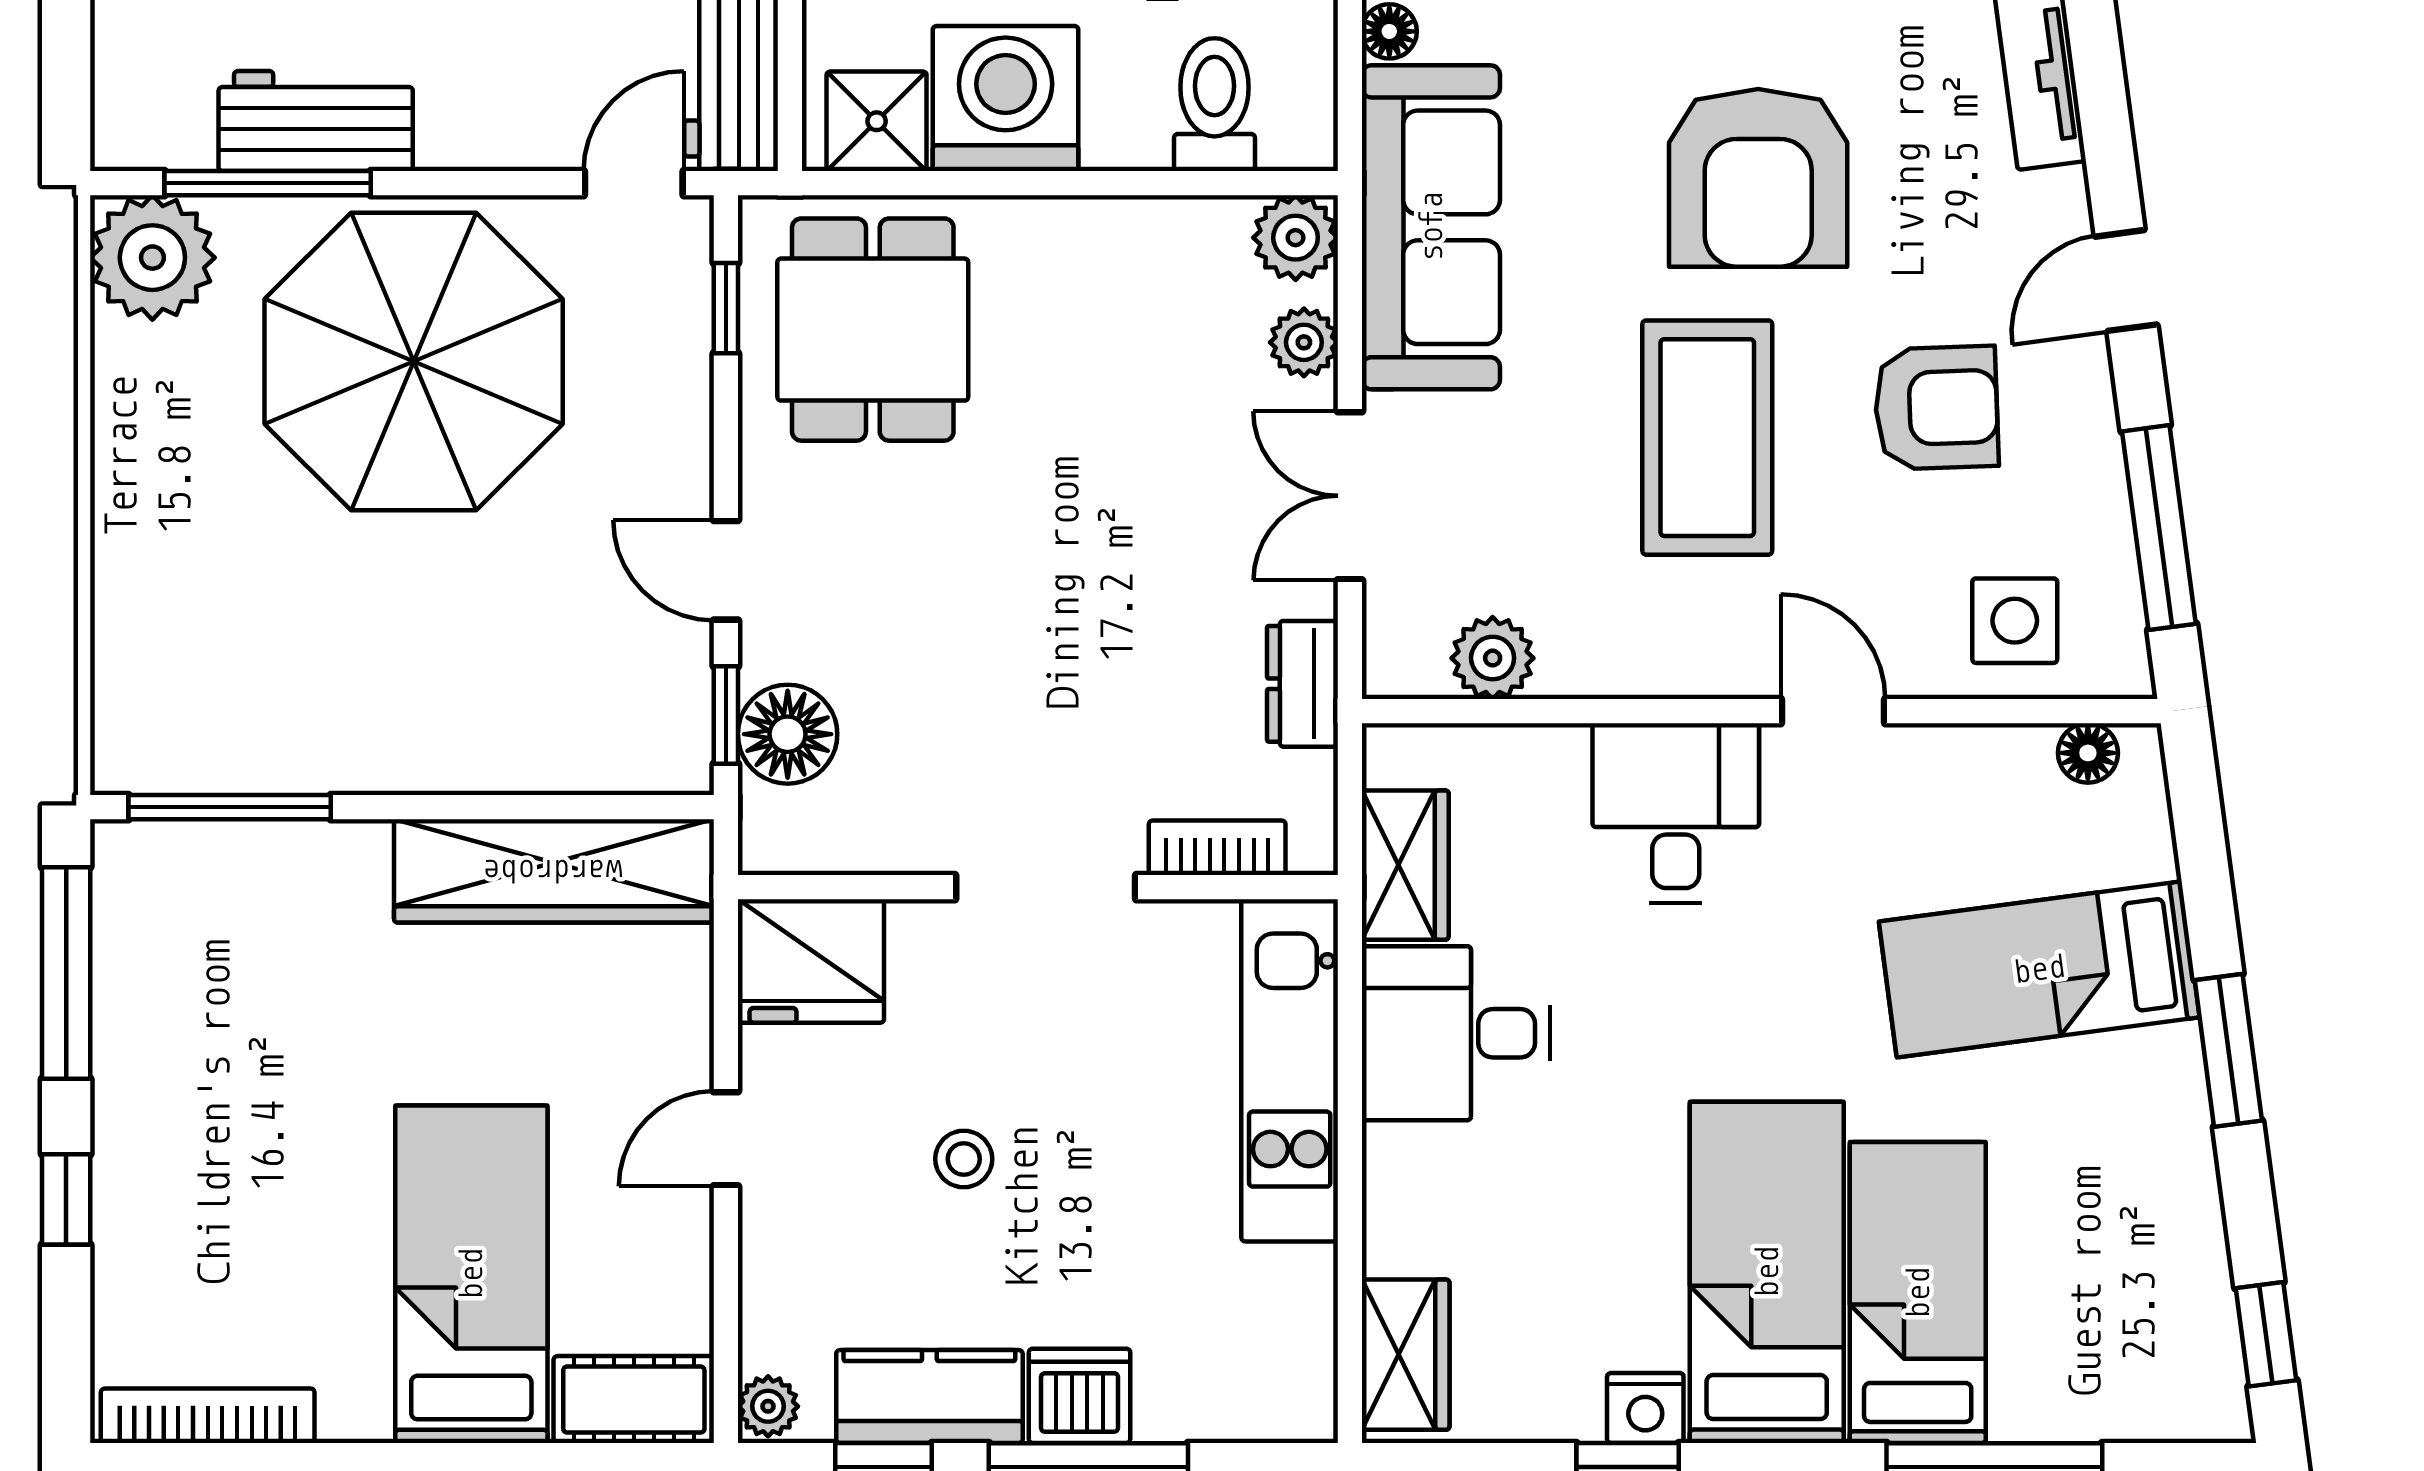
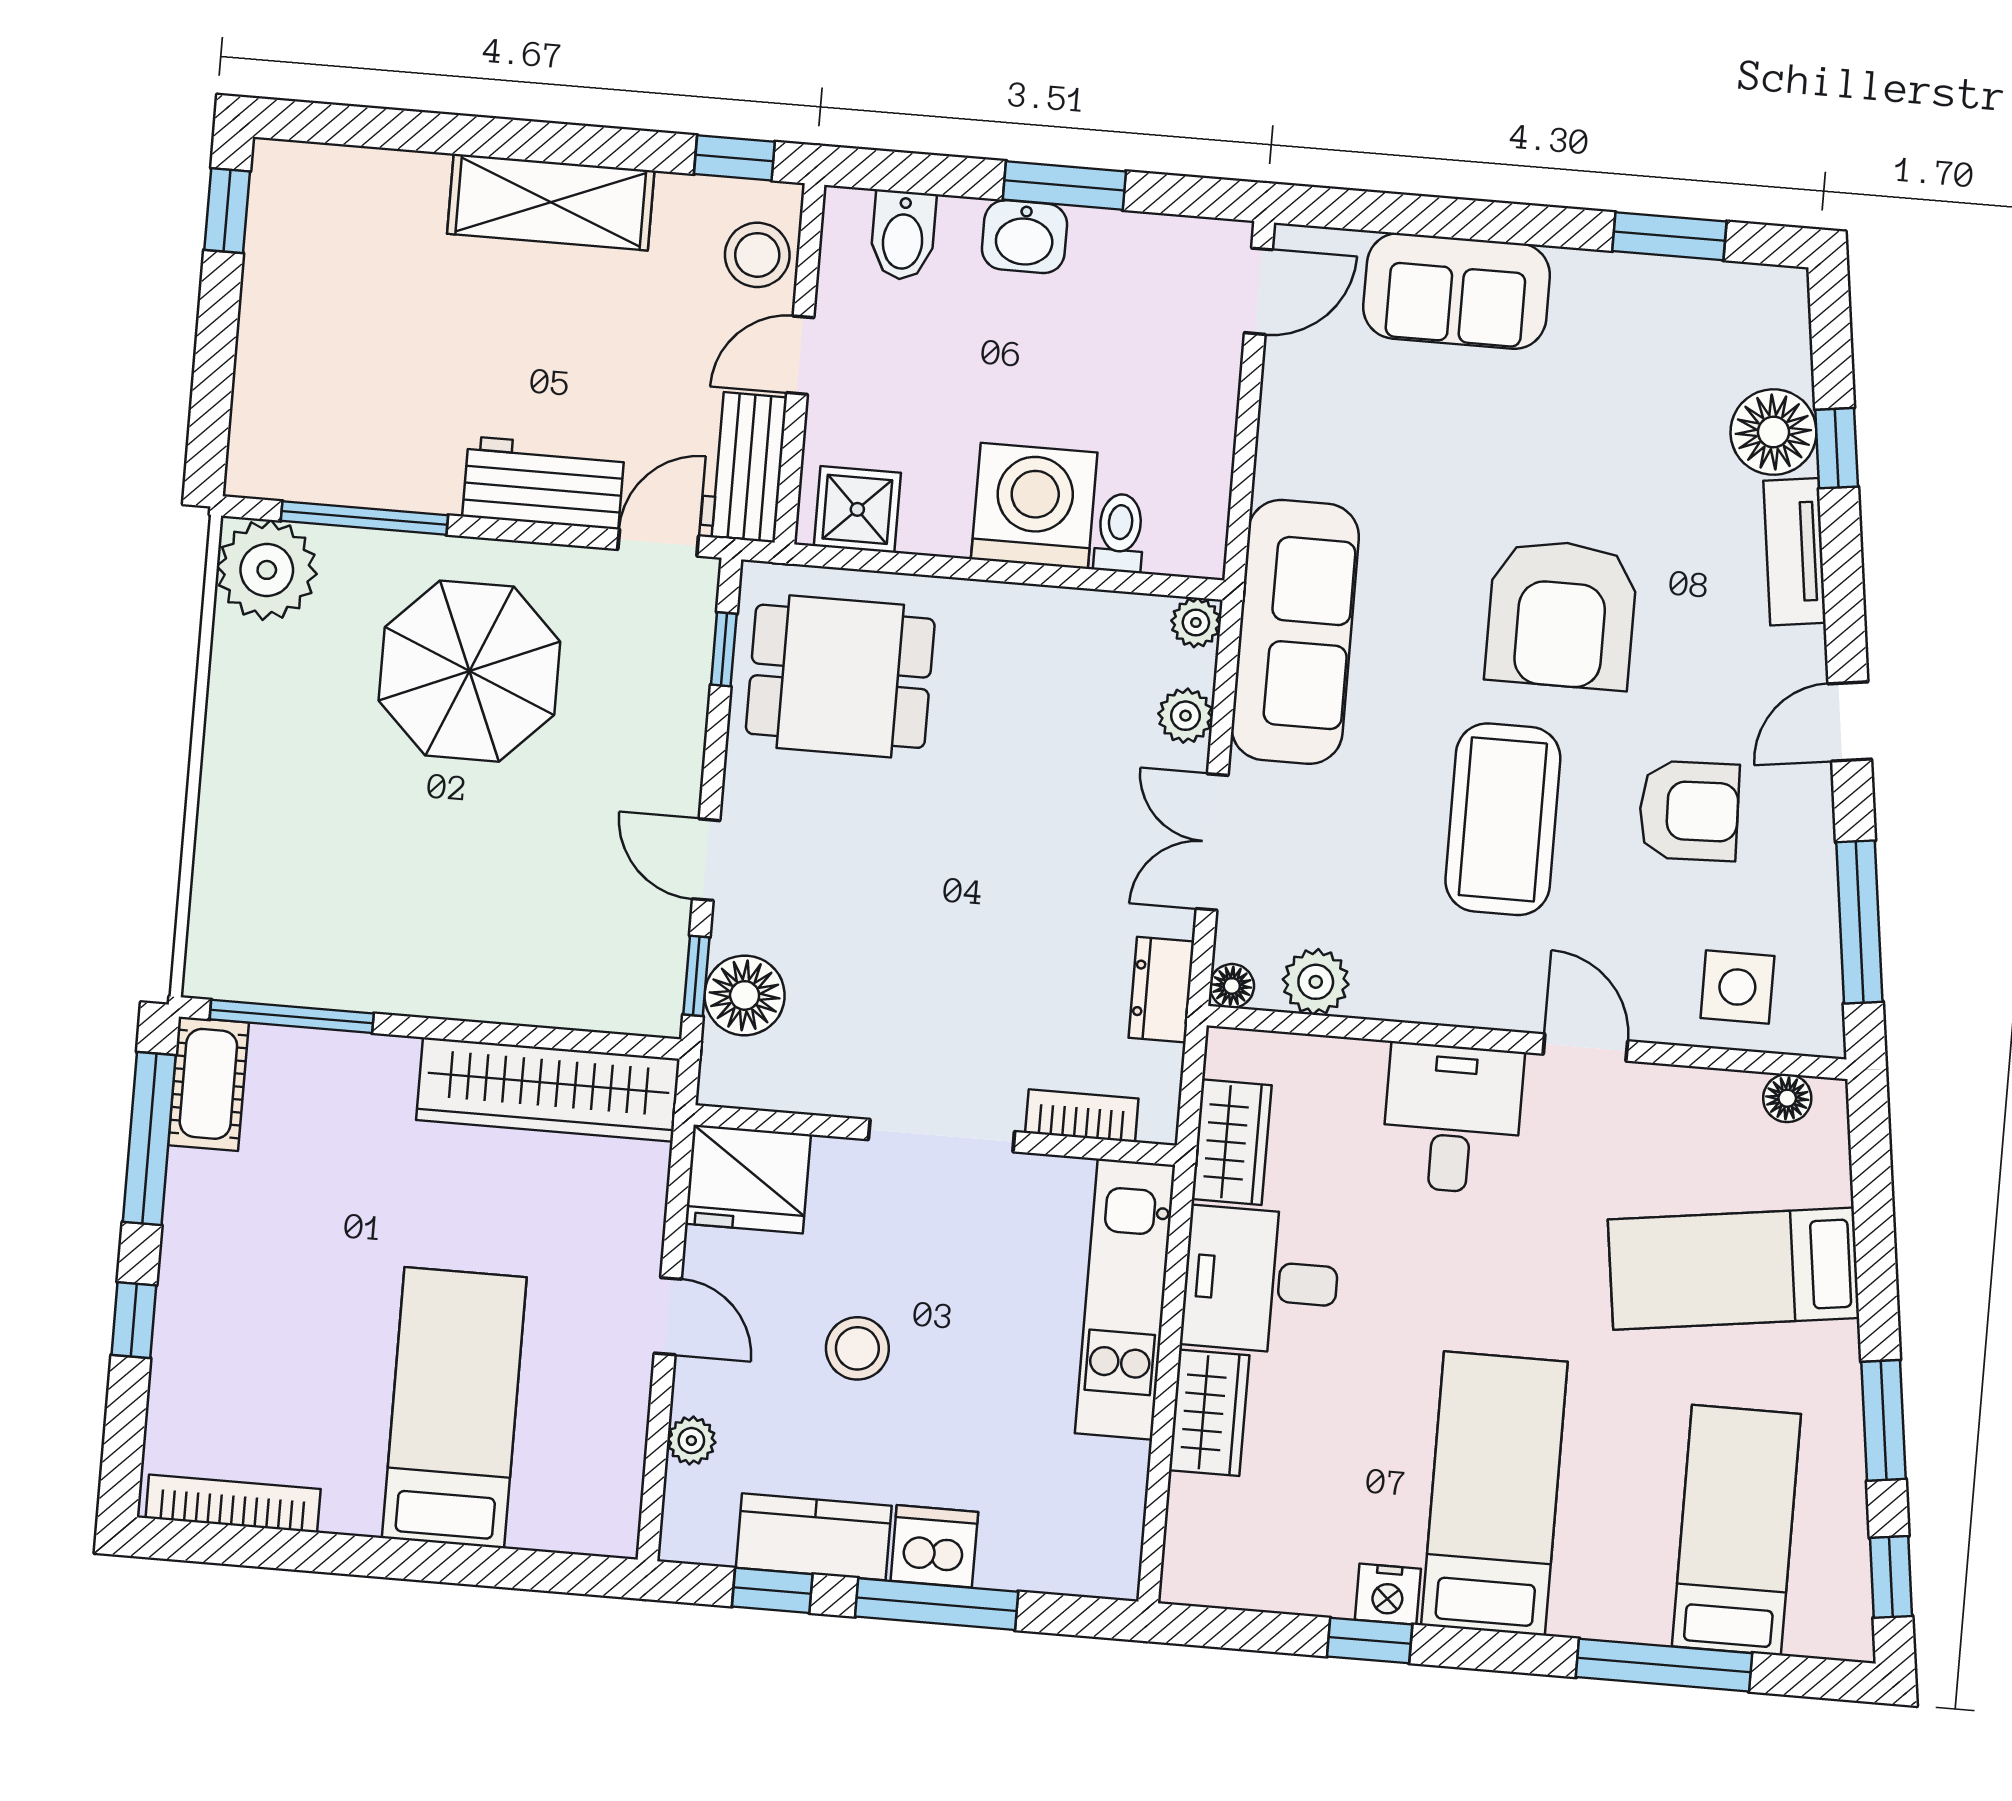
floor lamp: (1389, 31) -> (1232, 986), moved
washing machine: (1006, 99) -> (1034, 506), moved
toilet: (1214, 105) -> (1120, 533), width x0.73, depth x0.72
workbench: (316, 121) -> (543, 483), moved
plant: (1296, 238) -> (1196, 623), width x0.73, depth x0.73
dining table: (873, 330) -> (840, 676), turned 90
parasol: (414, 362) -> (469, 671), width x0.73, depth x0.73
window: (2228, 1050) -> (1883, 1420), moved
door: (726, 1139) -> (668, 1316), swing flipped
stool: (964, 1159) -> (857, 1348), width x1.37, depth x1.37
bed: (1918, 1293) -> (1736, 1530), moved
wardrobe: (1406, 1355) -> (1209, 1413), moved
cot: (634, 1400) -> (208, 1084), moved, turned 90
plant: (768, 1406) -> (691, 1441), moved

